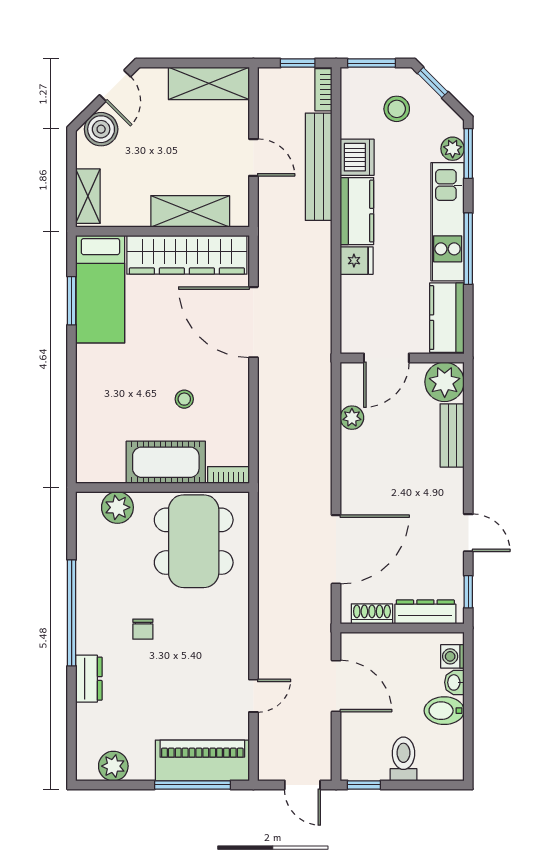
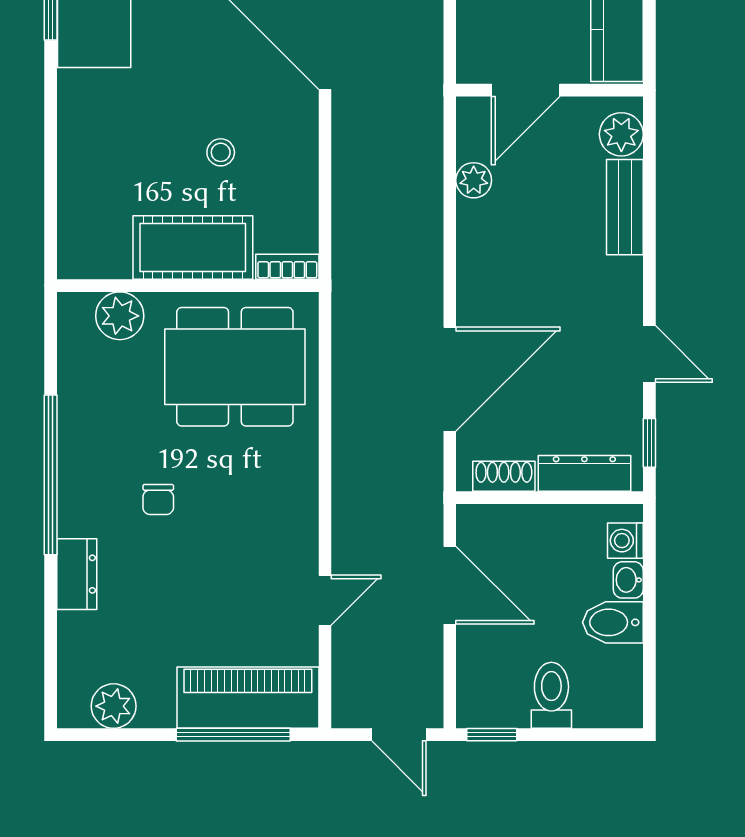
plant: (445, 382) -> (621, 134), width x0.73, depth x0.73
dining table: (194, 541) -> (235, 367), turned 90

